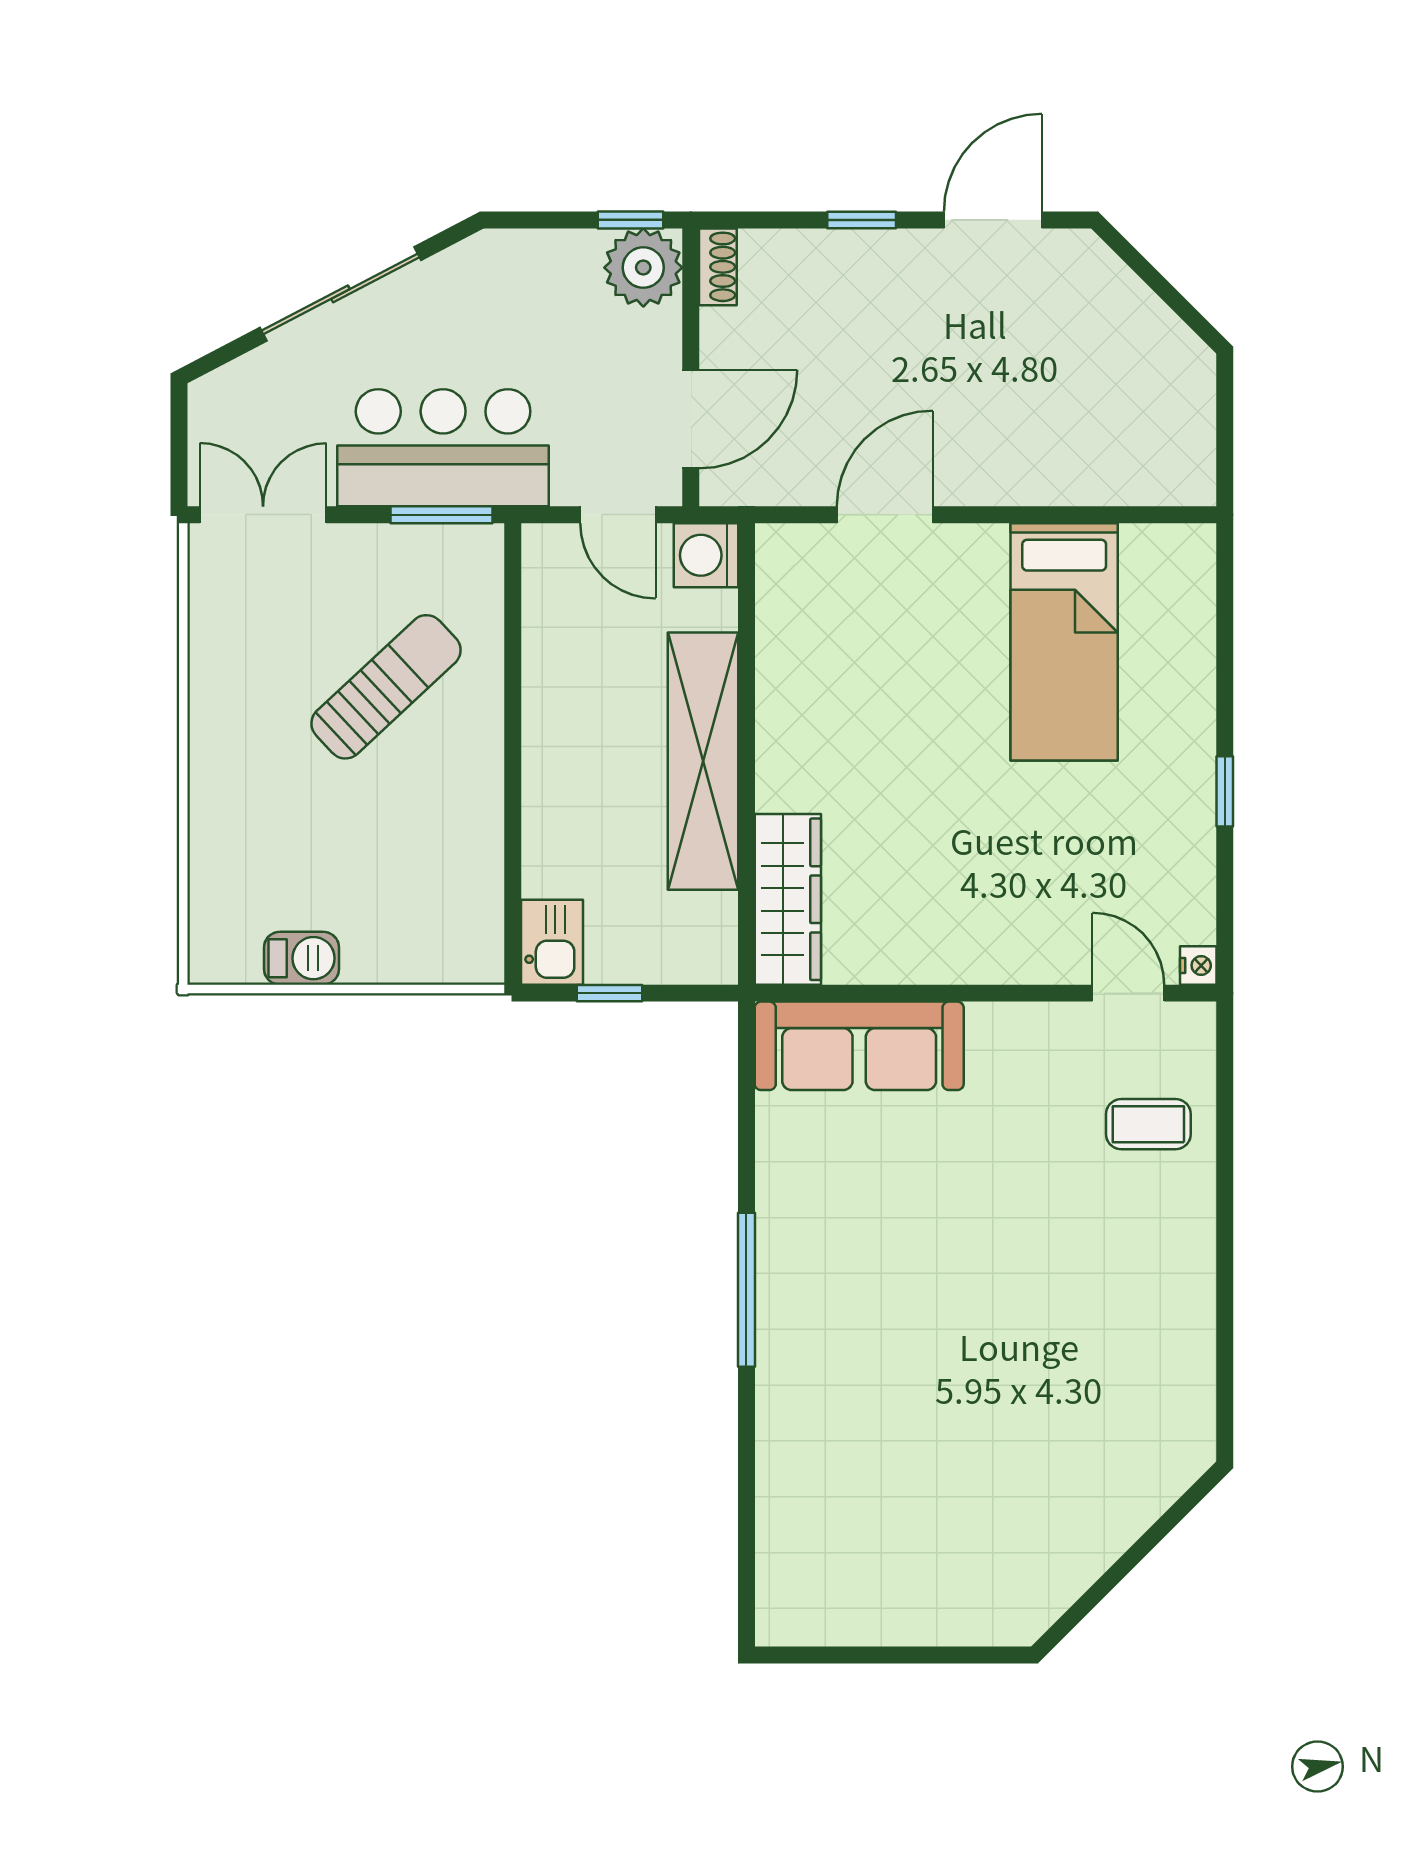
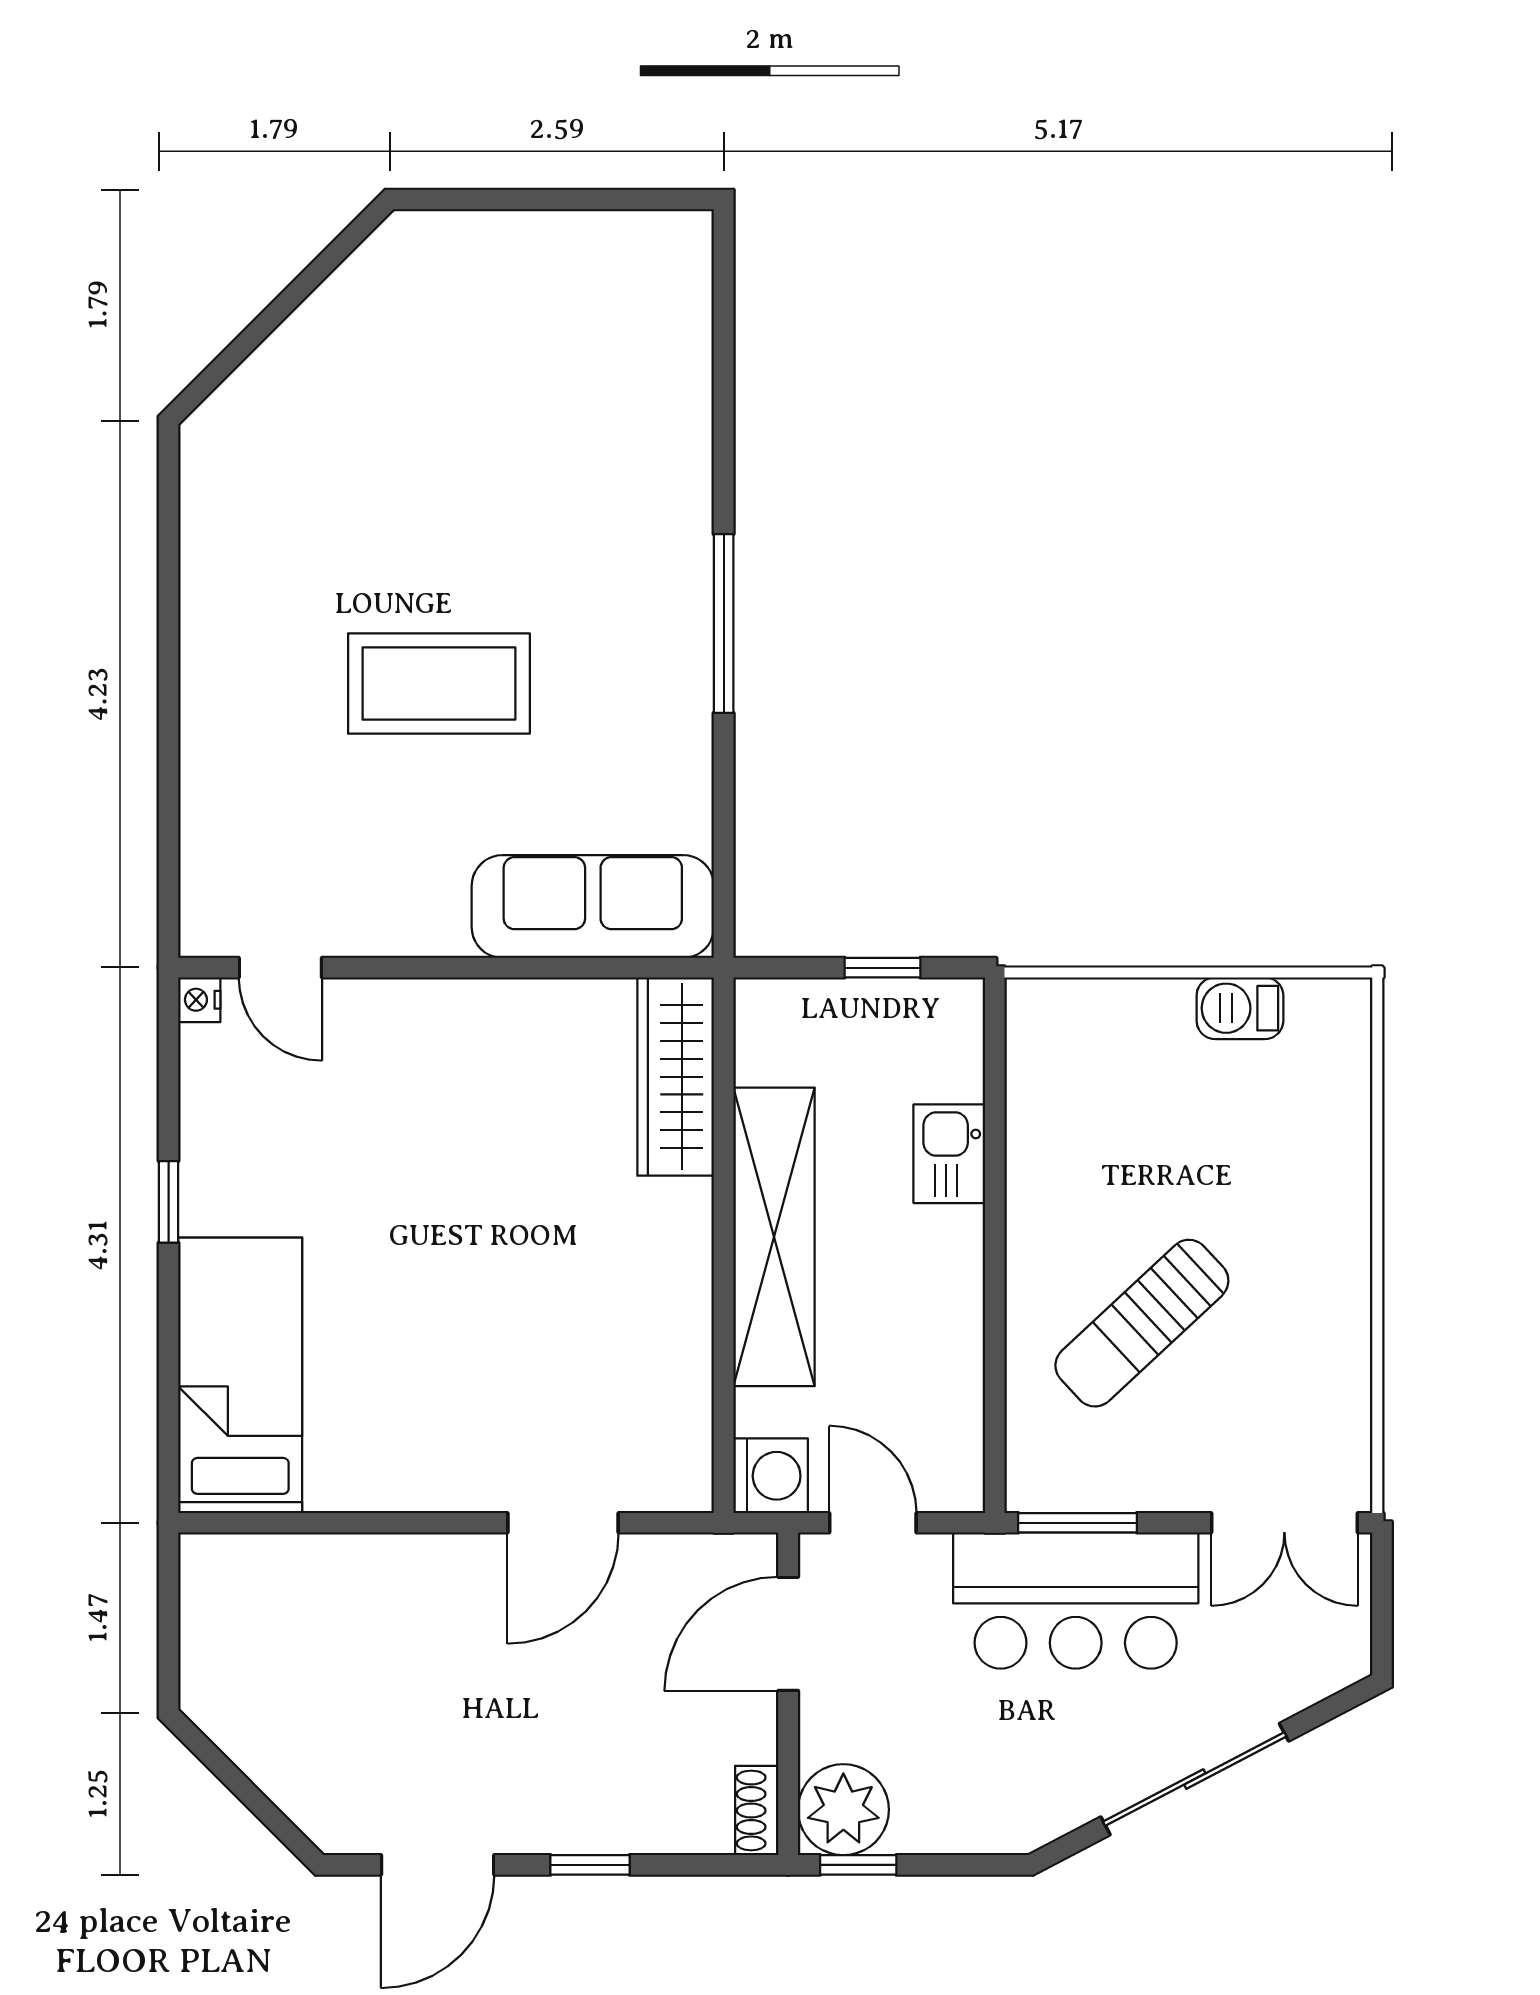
bed: (1064, 642) -> (240, 1375), moved
kitchen sink: (552, 942) -> (949, 1154), moved
coffee table: (1148, 1124) -> (439, 684), moved, width x1.86, depth x1.72

